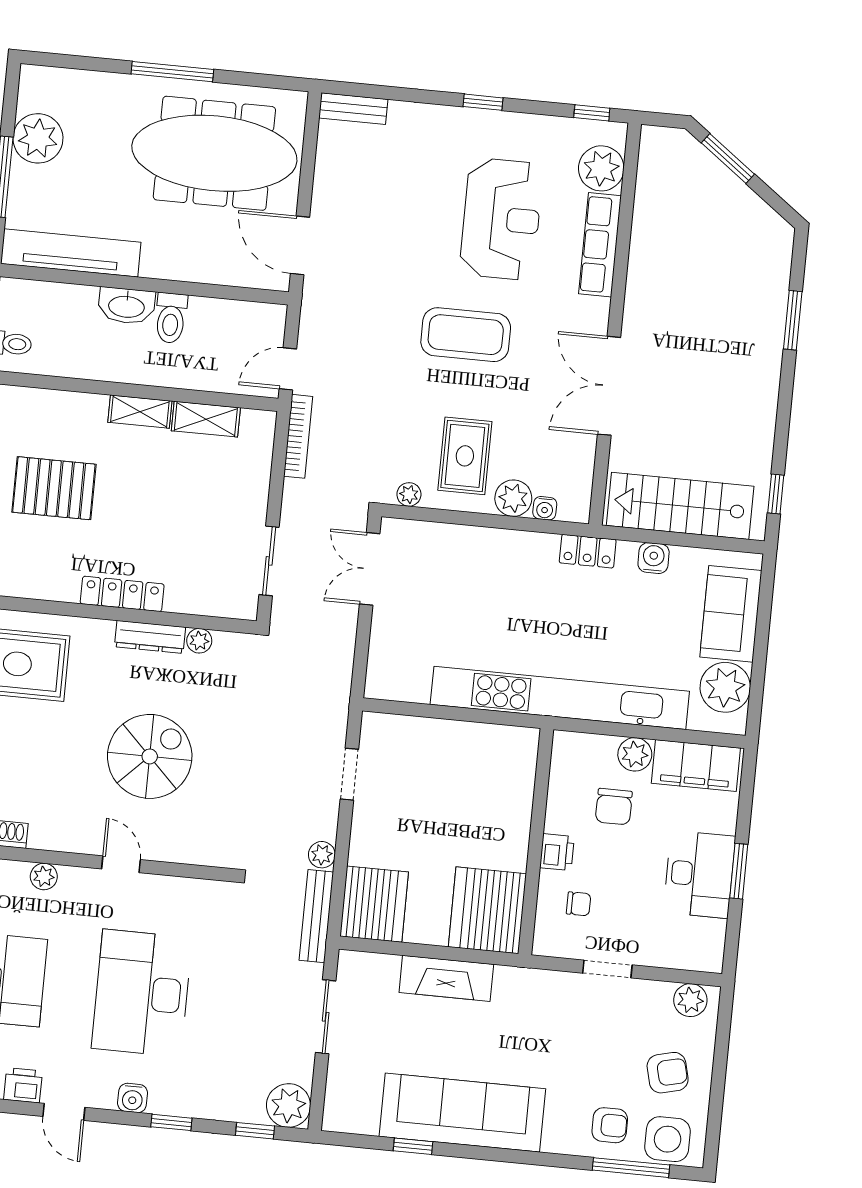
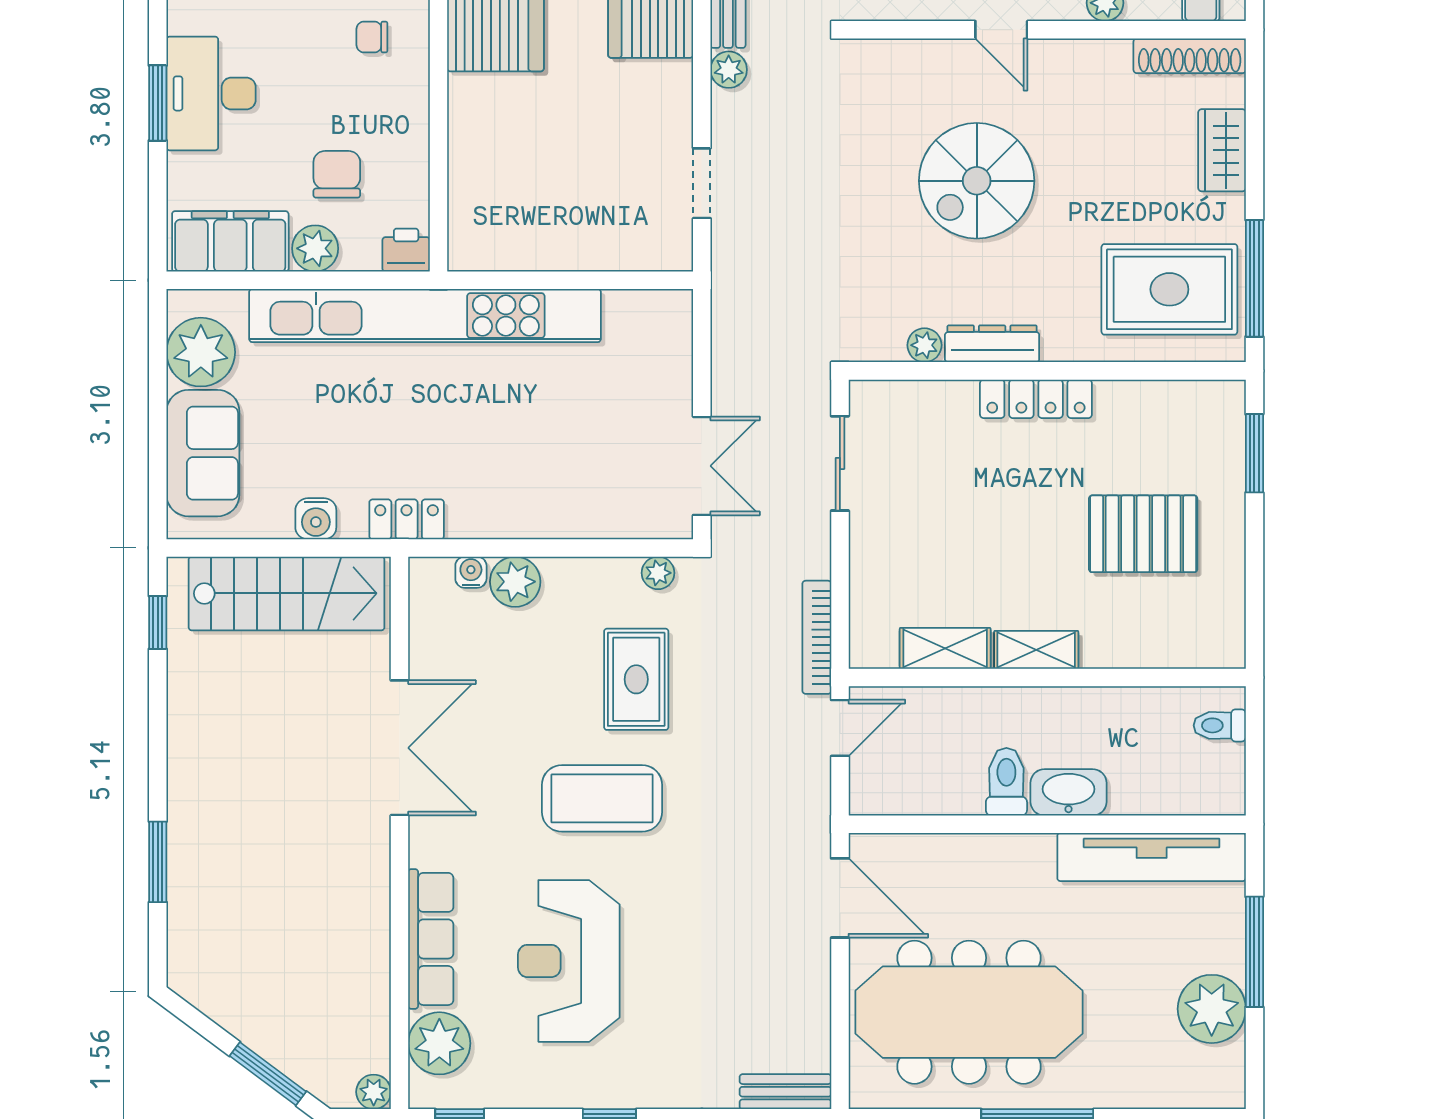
plant: (652, 138) -> (374, 1092), added
rug: (465, 456) -> (636, 679), moved
printer: (557, 852) -> (406, 250), moved, turned 90

